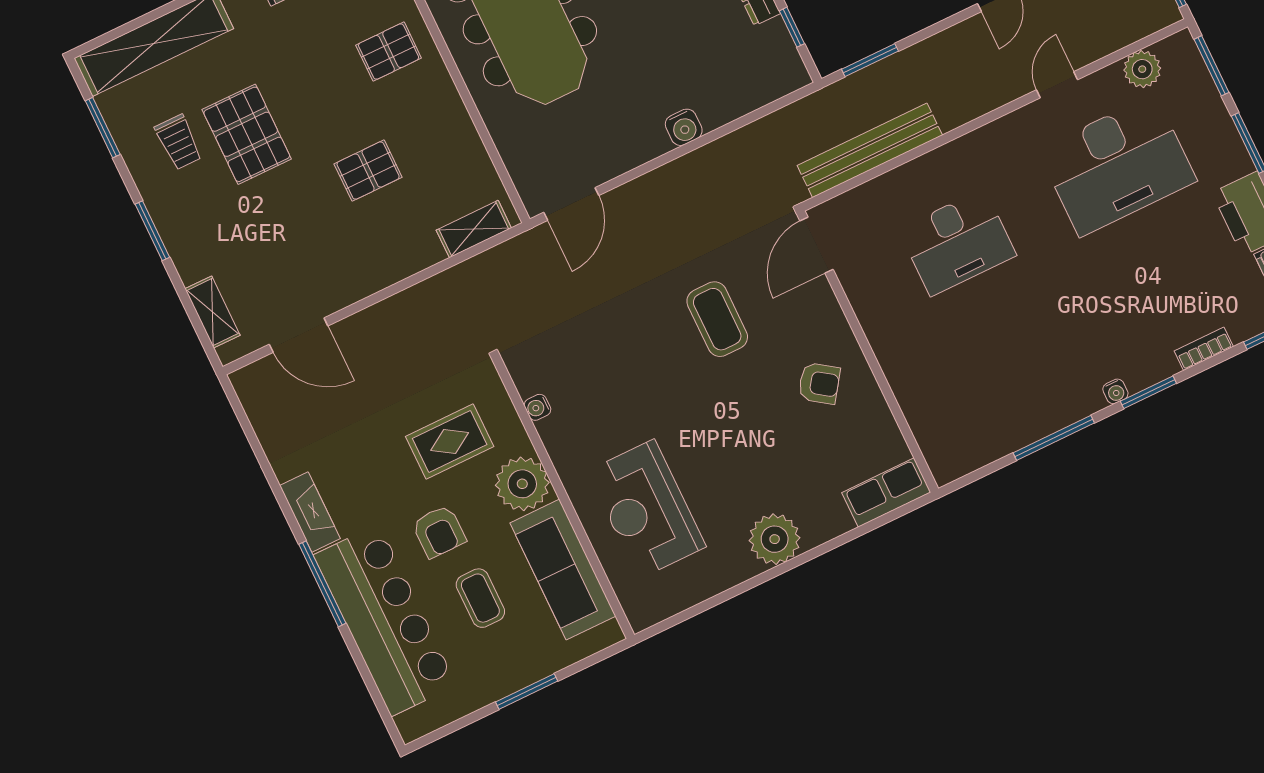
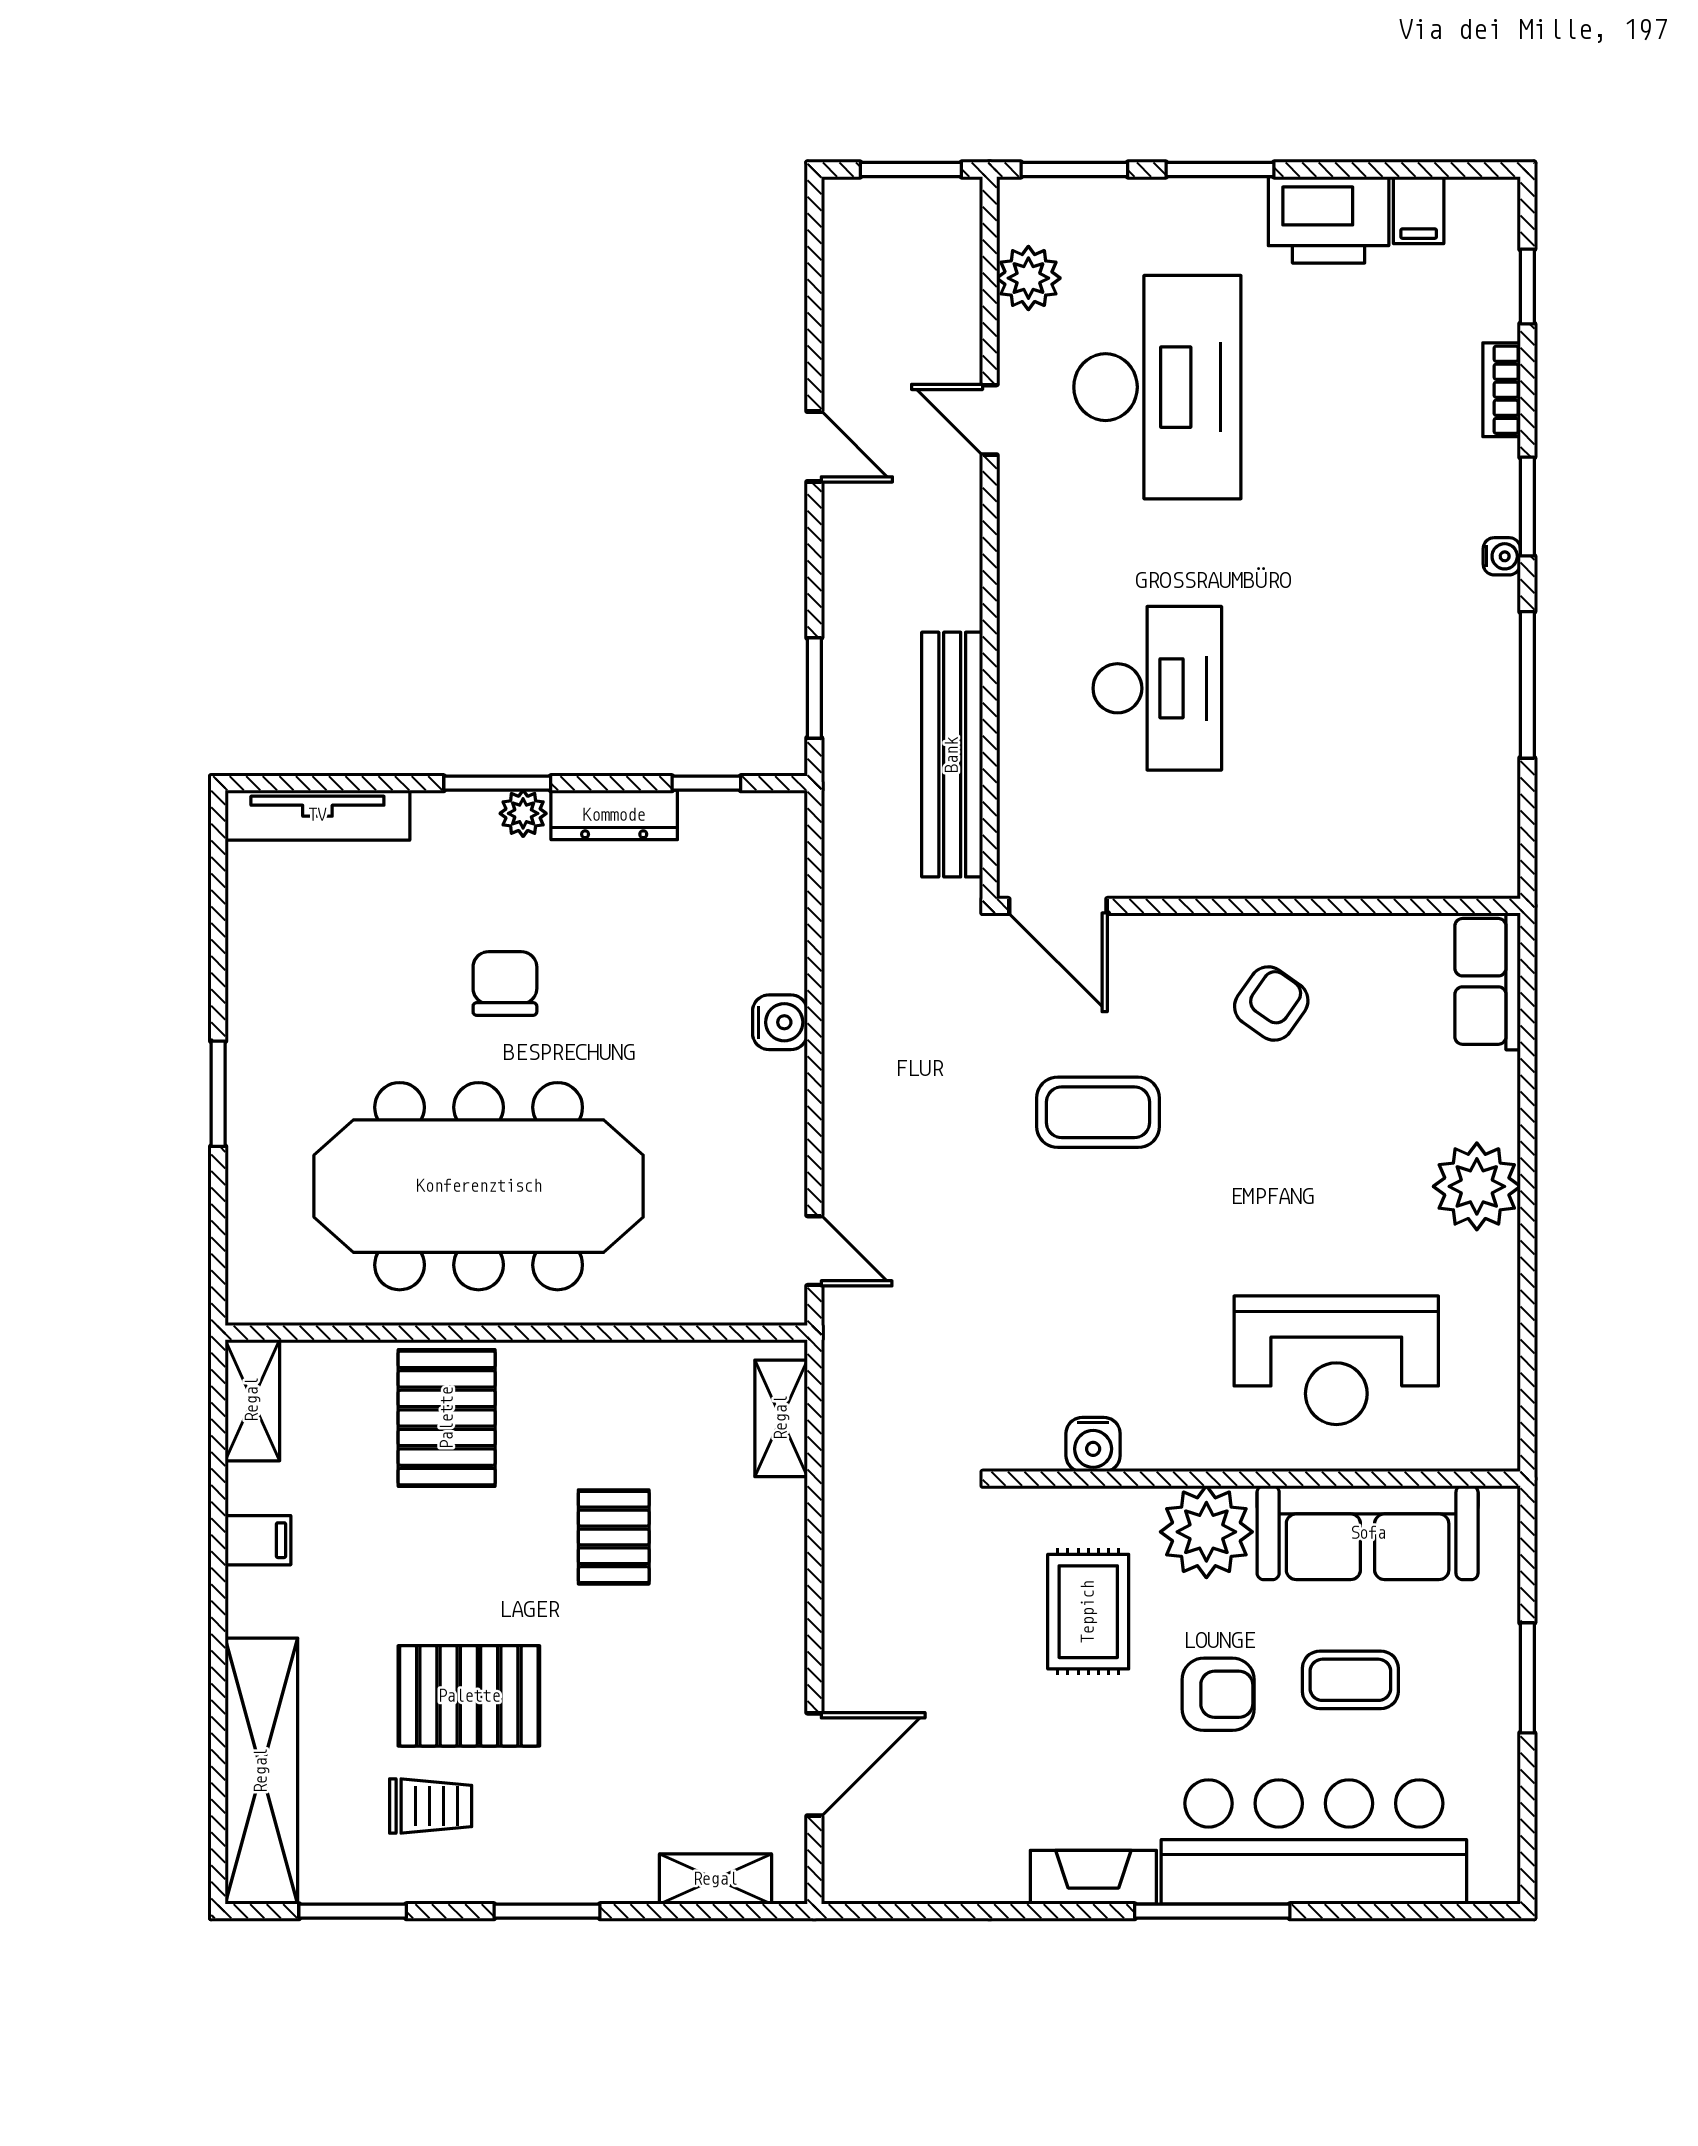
pallet: (389, 52) -> (447, 1418), width x1.50, depth x1.42
door: (571, 204) -> (814, 1251), width x0.73
water cooler: (537, 407) -> (1093, 1445), width x1.38, depth x1.38

